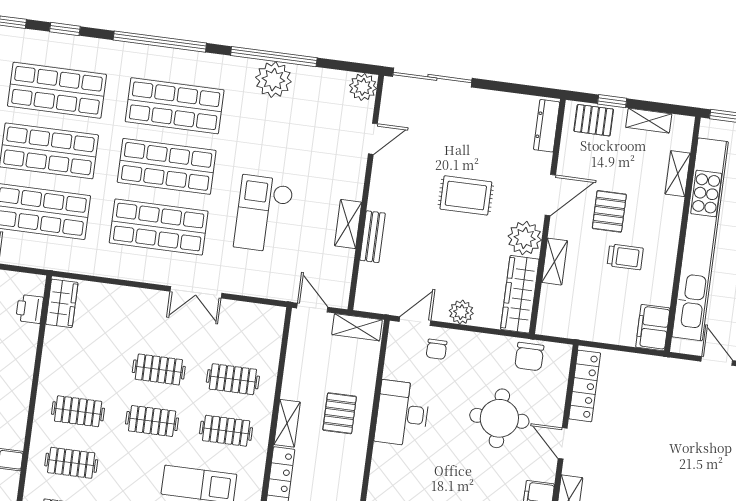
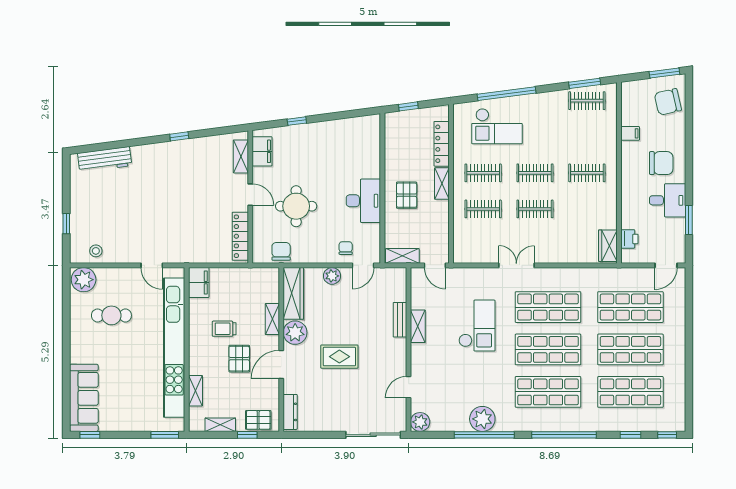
clothes rail: (71, 463) -> (587, 137), removed

